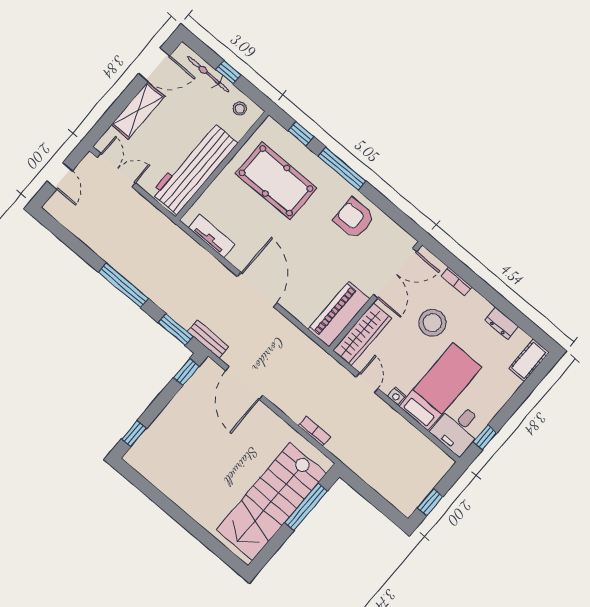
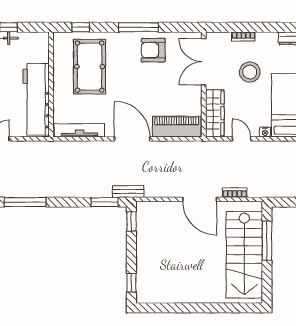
stool: (240, 109) -> (33, 43), removed
window: (342, 169) -> (138, 27), moved
pool table: (276, 181) -> (90, 67), turned 90
tv unit: (212, 236) -> (79, 130), width x1.41
double door: (395, 273) -> (204, 62), swing flipped
window: (124, 285) -> (25, 202), moved
piano: (339, 314) -> (177, 127), moved, turned 90
door: (244, 383) -> (200, 199), moved

